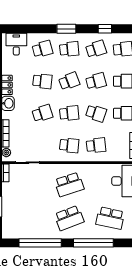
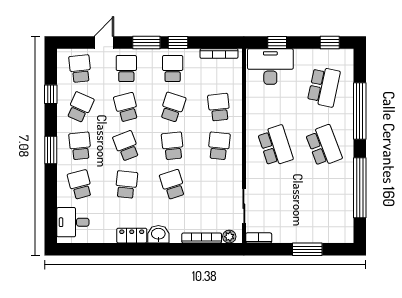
school desk: (96, 49) -> (80, 107), turned 42

